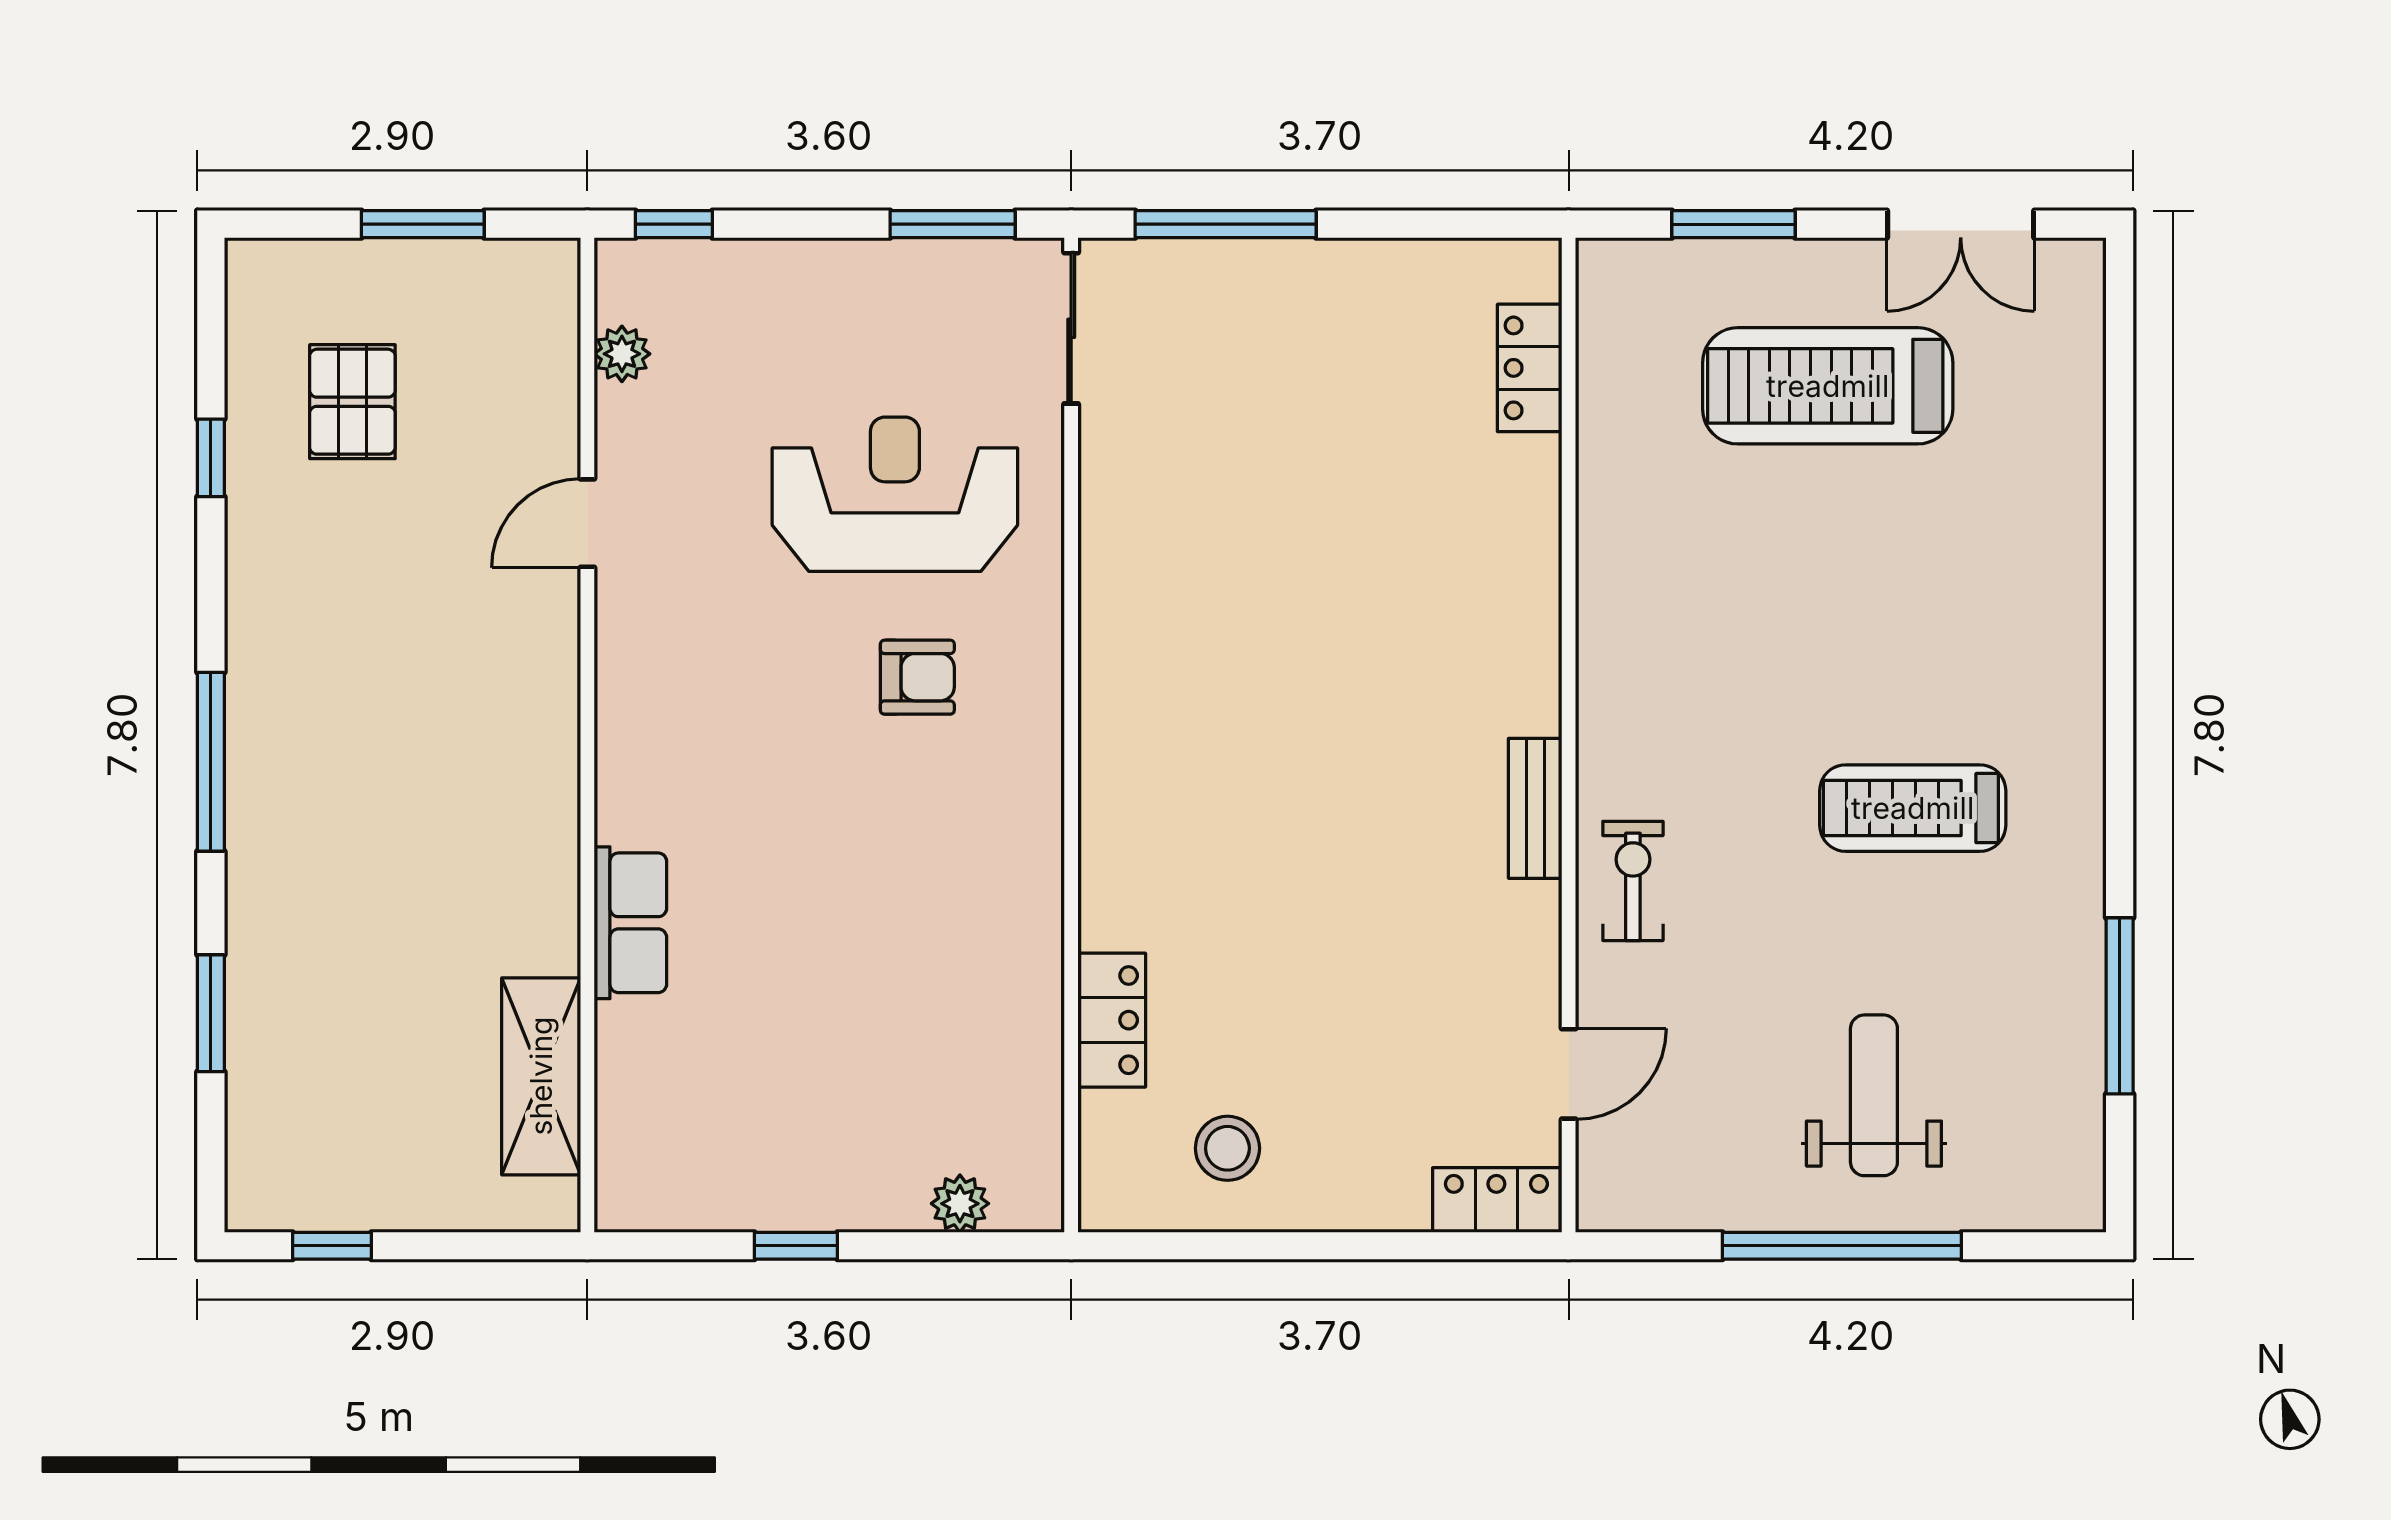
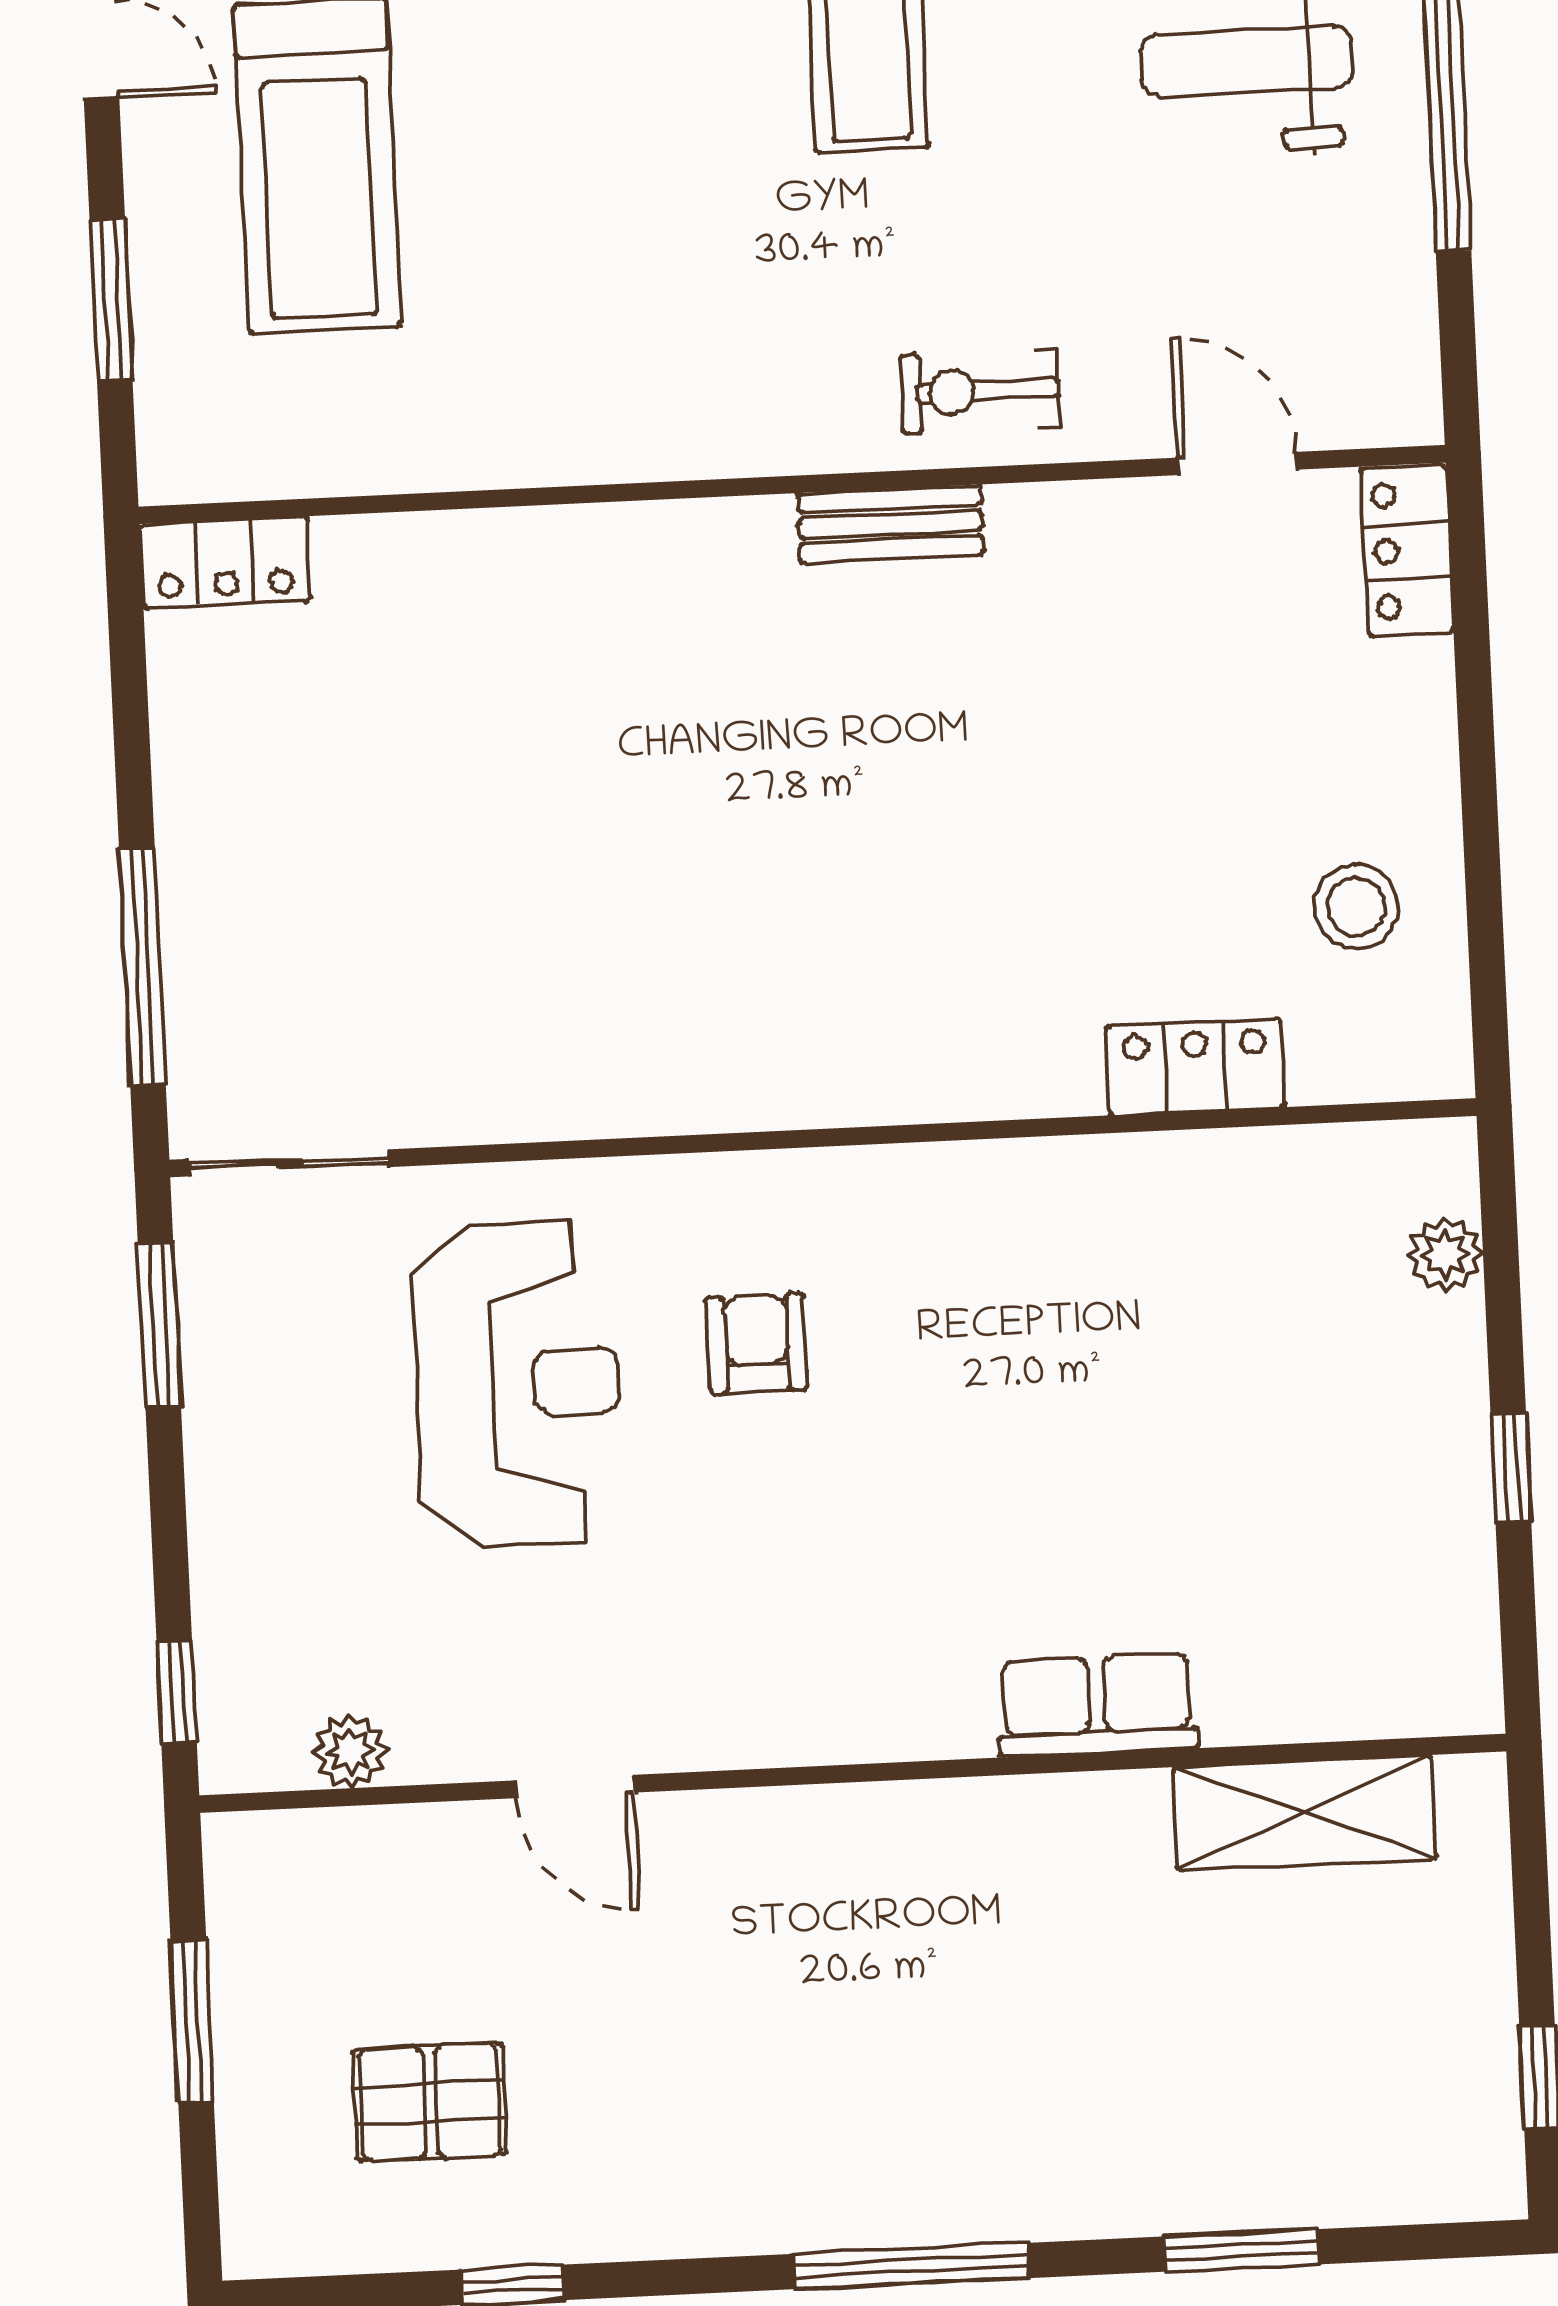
locker: (1530, 368) -> (225, 563), moved
reception desk: (895, 494) -> (518, 1384), turned 180

